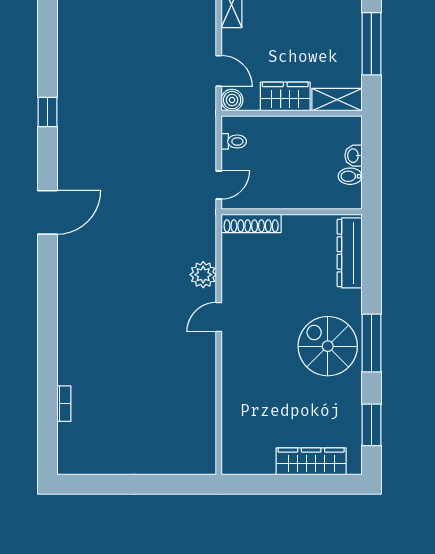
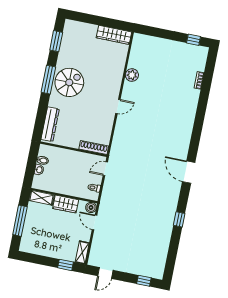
door: (47, 212) -> (189, 172), hinge flipped
plant: (203, 275) -> (132, 75), moved
spiral stairs: (328, 346) -> (69, 82), turned -90
wardrobe: (311, 461) -> (114, 35), moved
window: (92, 484) -> (193, 40), added

